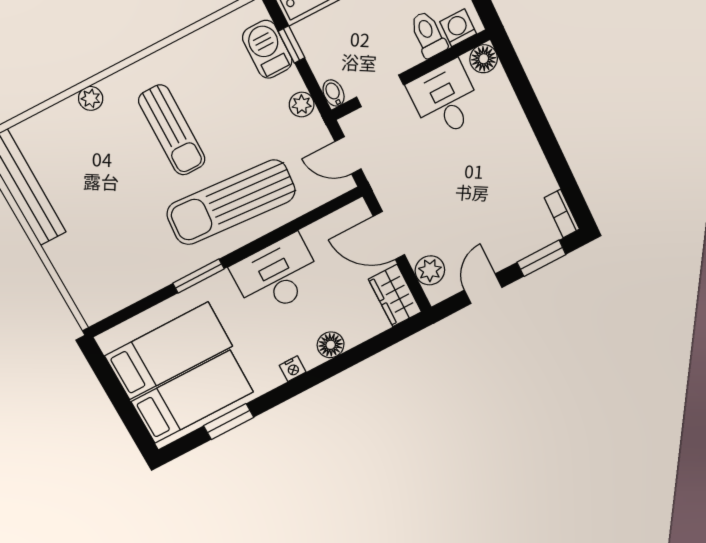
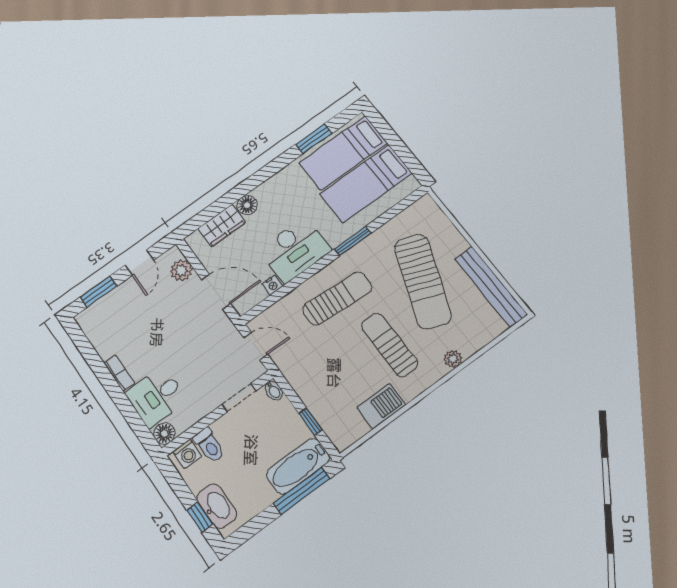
barbecue: (267, 49) -> (381, 406), moved, turned -90
desk: (445, 99) -> (157, 397), moved, turned 90
plant: (302, 104) -> (296, 378), removed
sun lounger: (231, 202) -> (337, 299), width x0.73, depth x0.75
sun lounger: (114, 208) -> (423, 281), added
bookcase: (562, 214) -> (119, 373), moved
wardrobe: (395, 296) -> (222, 226), moved, turned 90
nightstand: (293, 369) -> (272, 285), moved, turned 180

